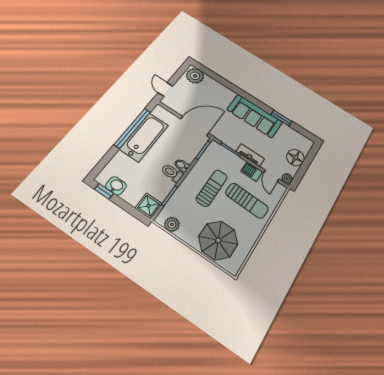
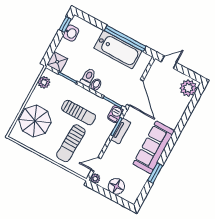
tv unit: (250, 155) -> (121, 131), moved
barbecue: (252, 172) -> (115, 114), moved

